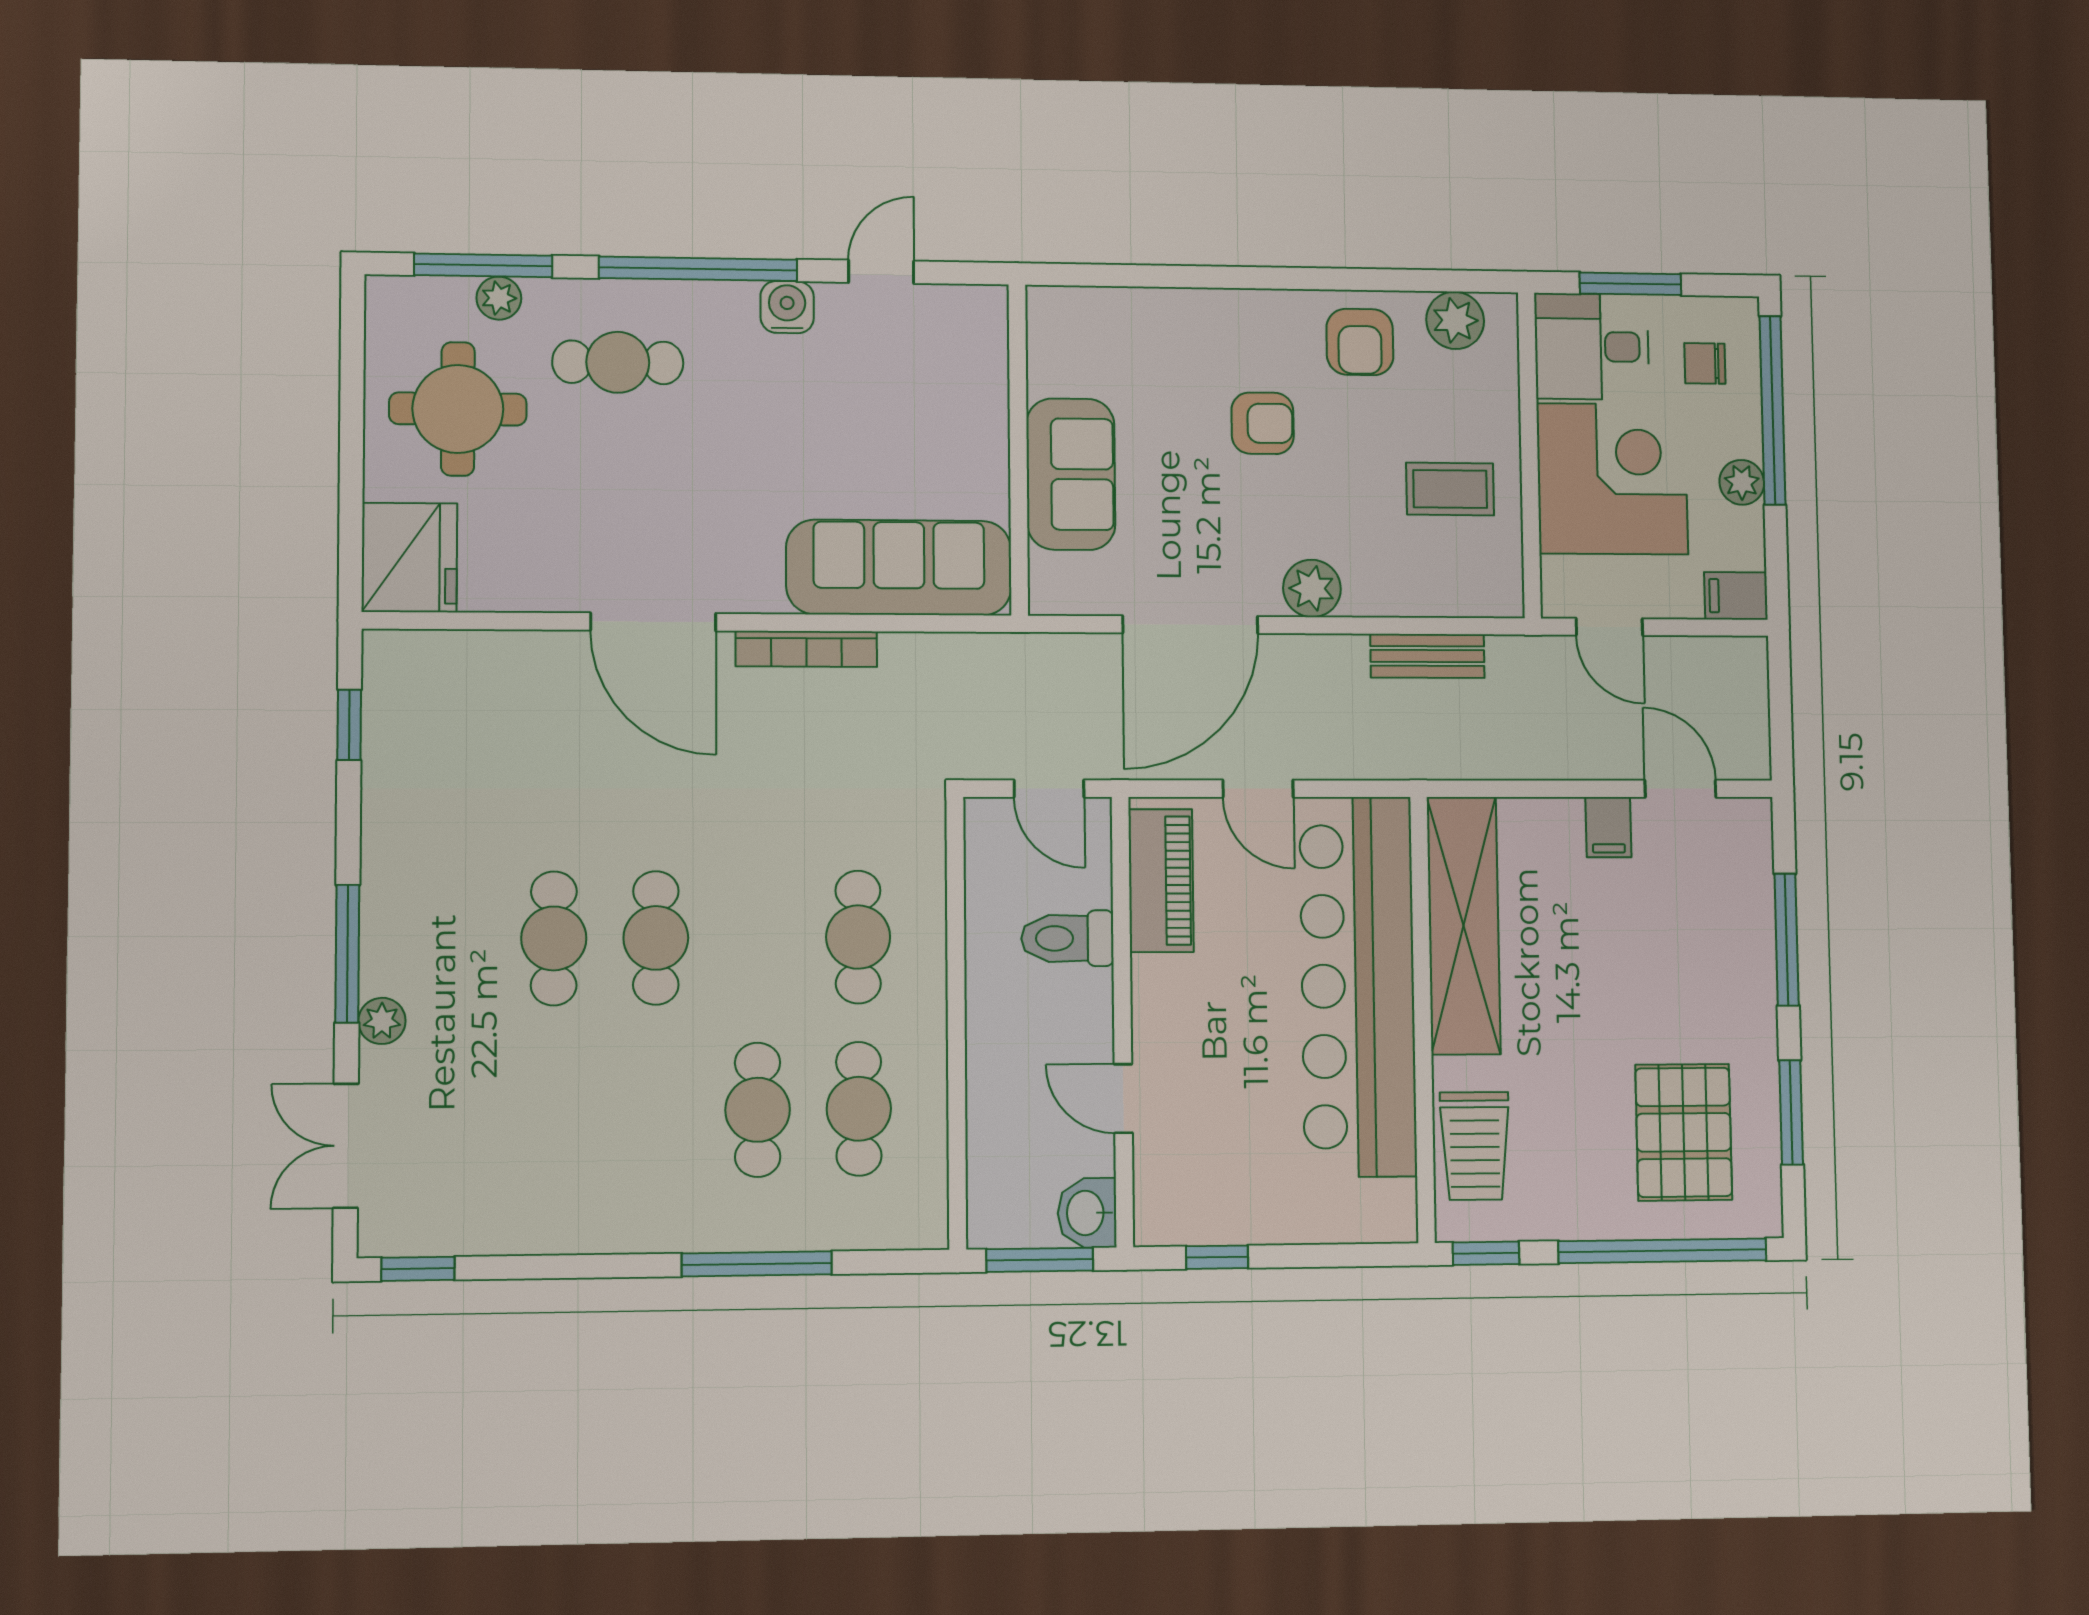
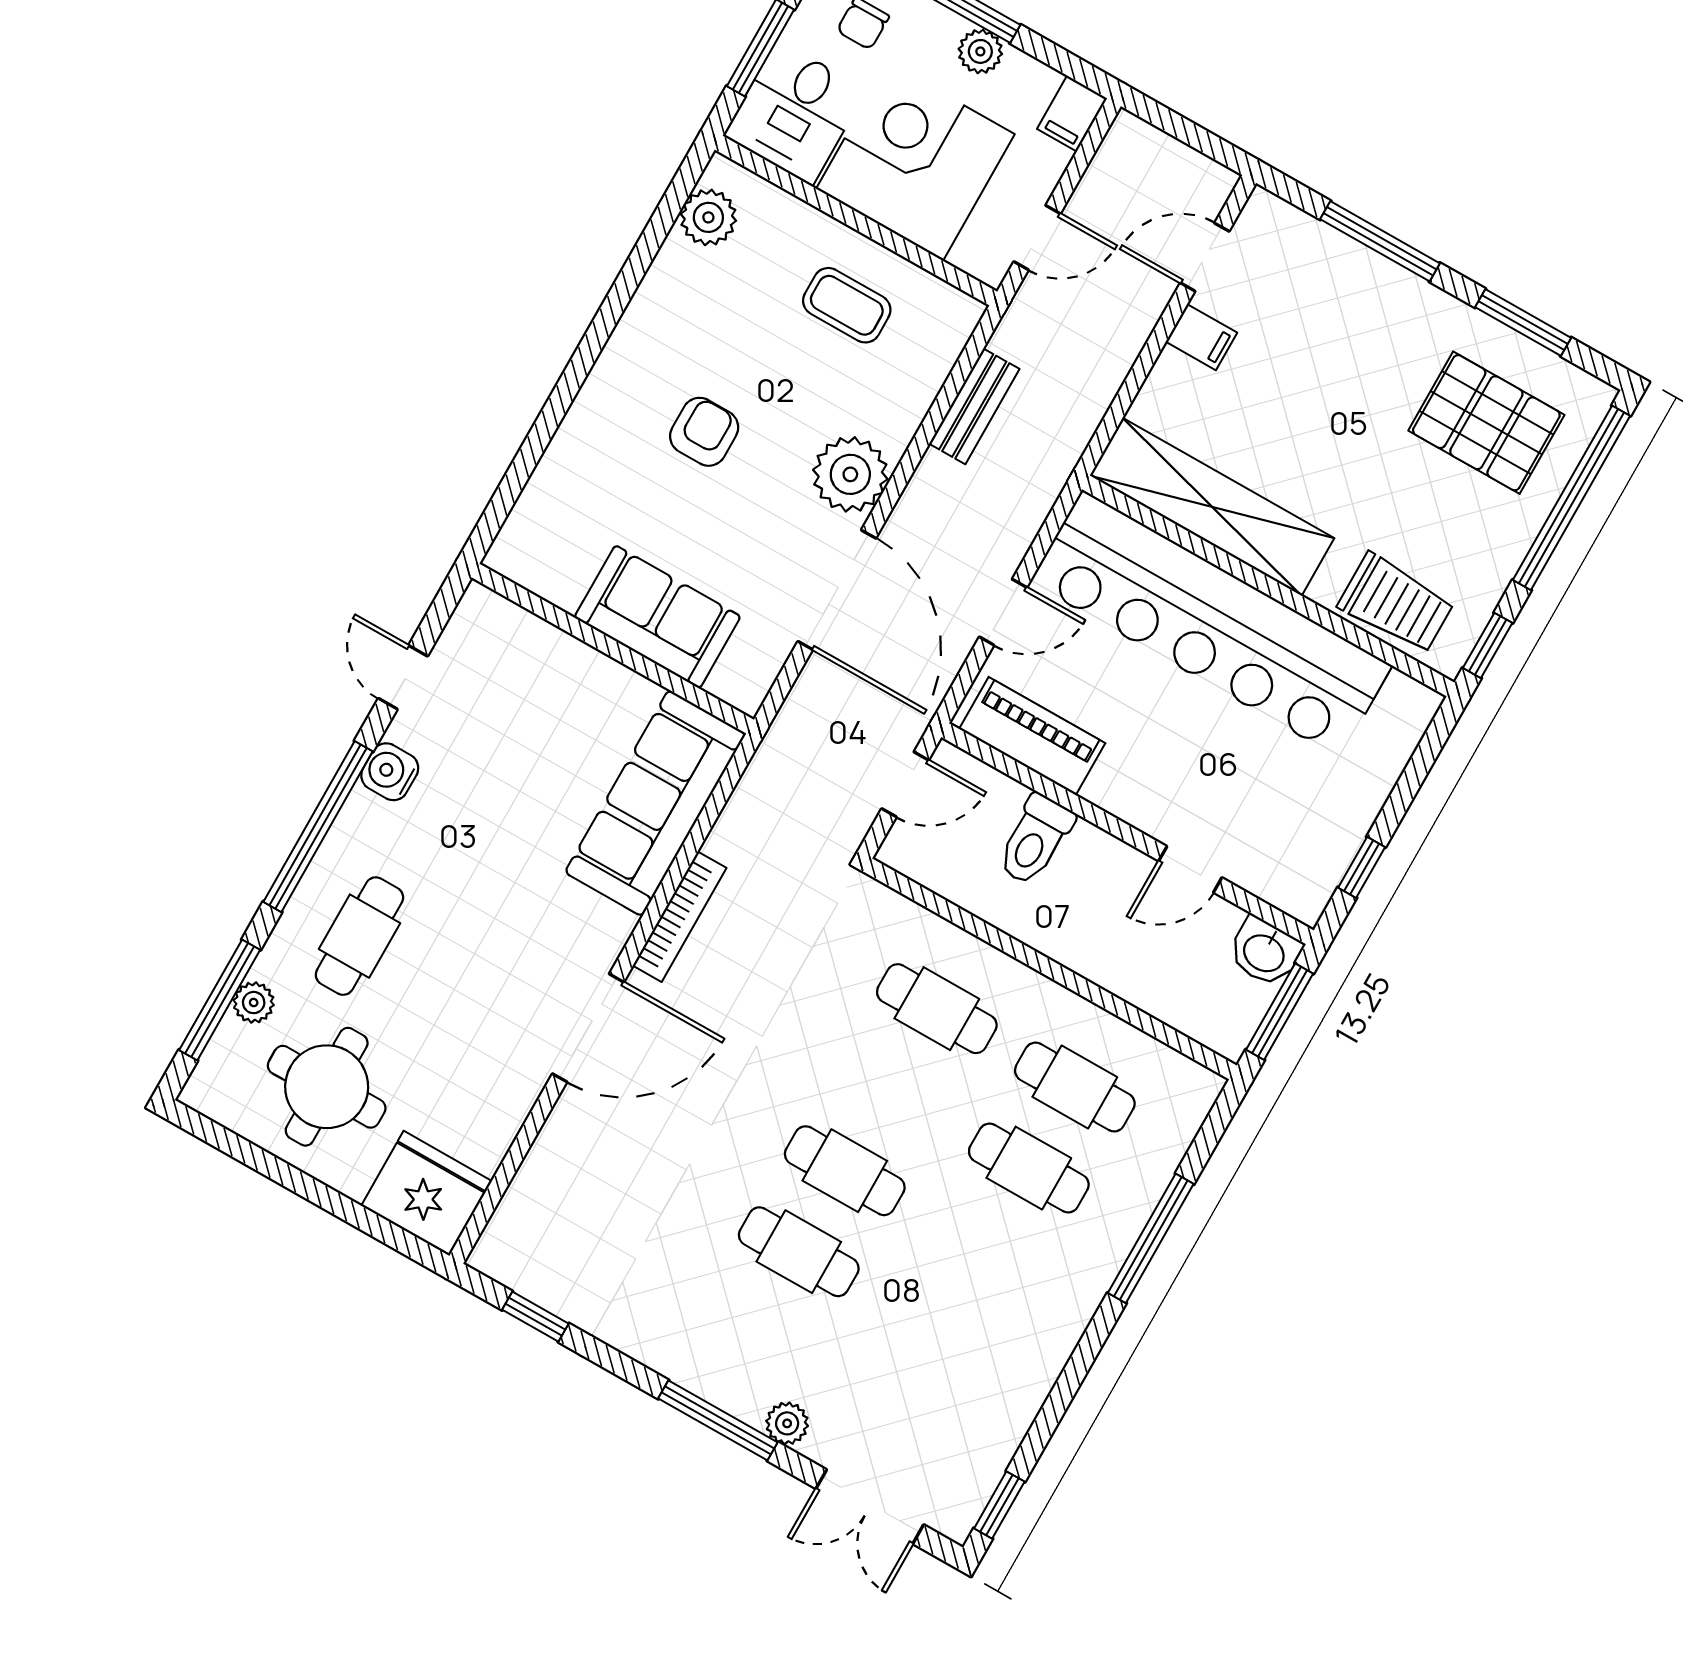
armchair: (1360, 342) -> (682, 309), removed
coffee table: (1450, 489) -> (847, 305), turned 90
plant: (1312, 588) -> (850, 474), width x1.36, depth x1.36

